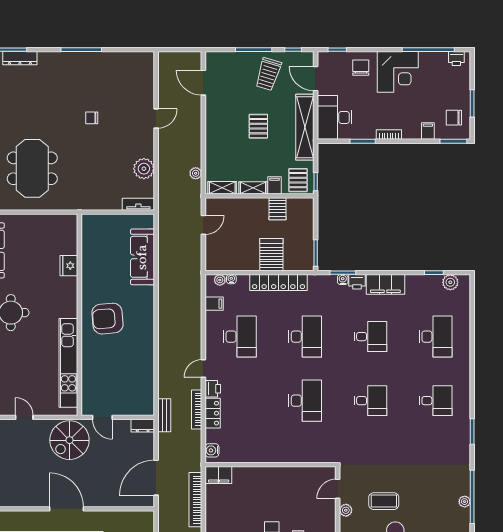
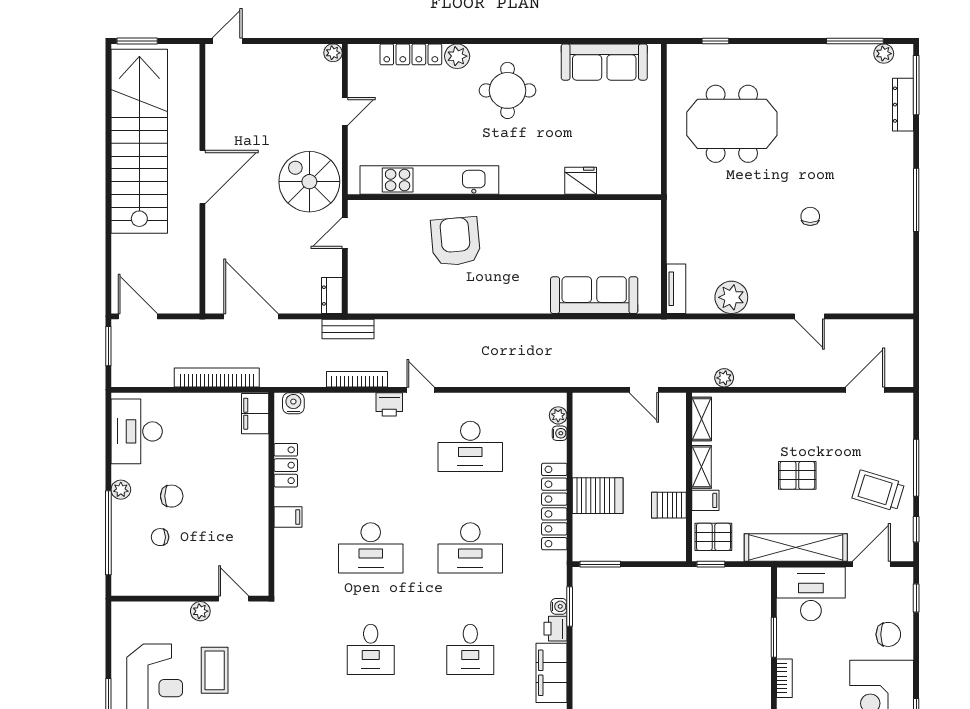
filing cabinet: (214, 304) -> (288, 517), moved, turned -90
armchair: (107, 319) -> (456, 241), moved
locker: (213, 413) -> (286, 465), moved, turned -90

